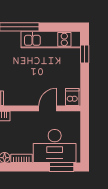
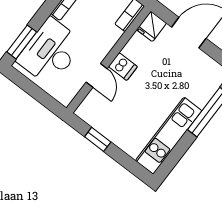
window: (85, 54) -> (98, 139), moved
dishwasher: (72, 97) -> (123, 67), moved

